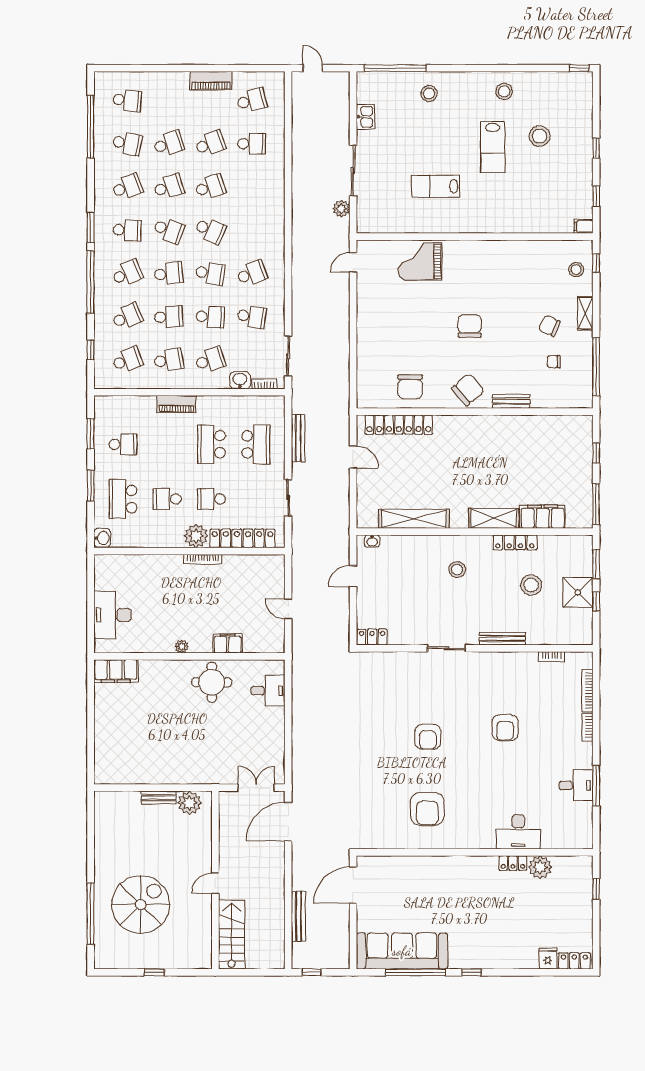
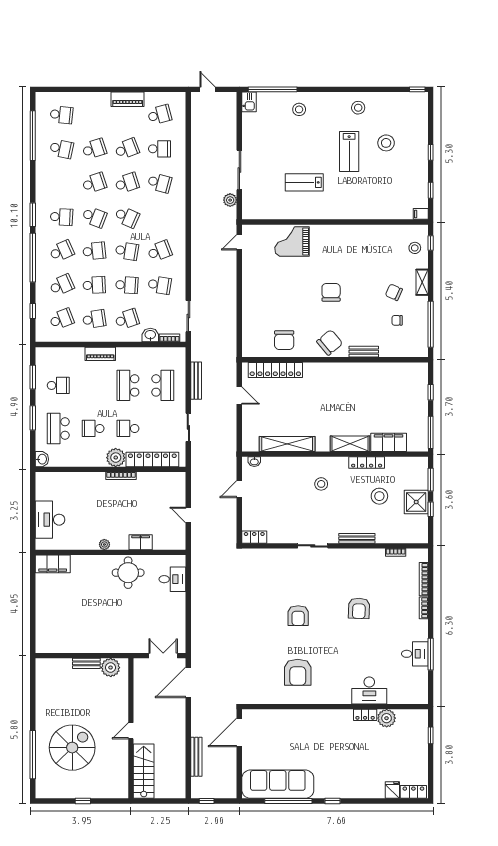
kitchen sink: (365, 117) -> (249, 102), moved
school desk: (127, 187) -> (160, 183), moved, turned 36

